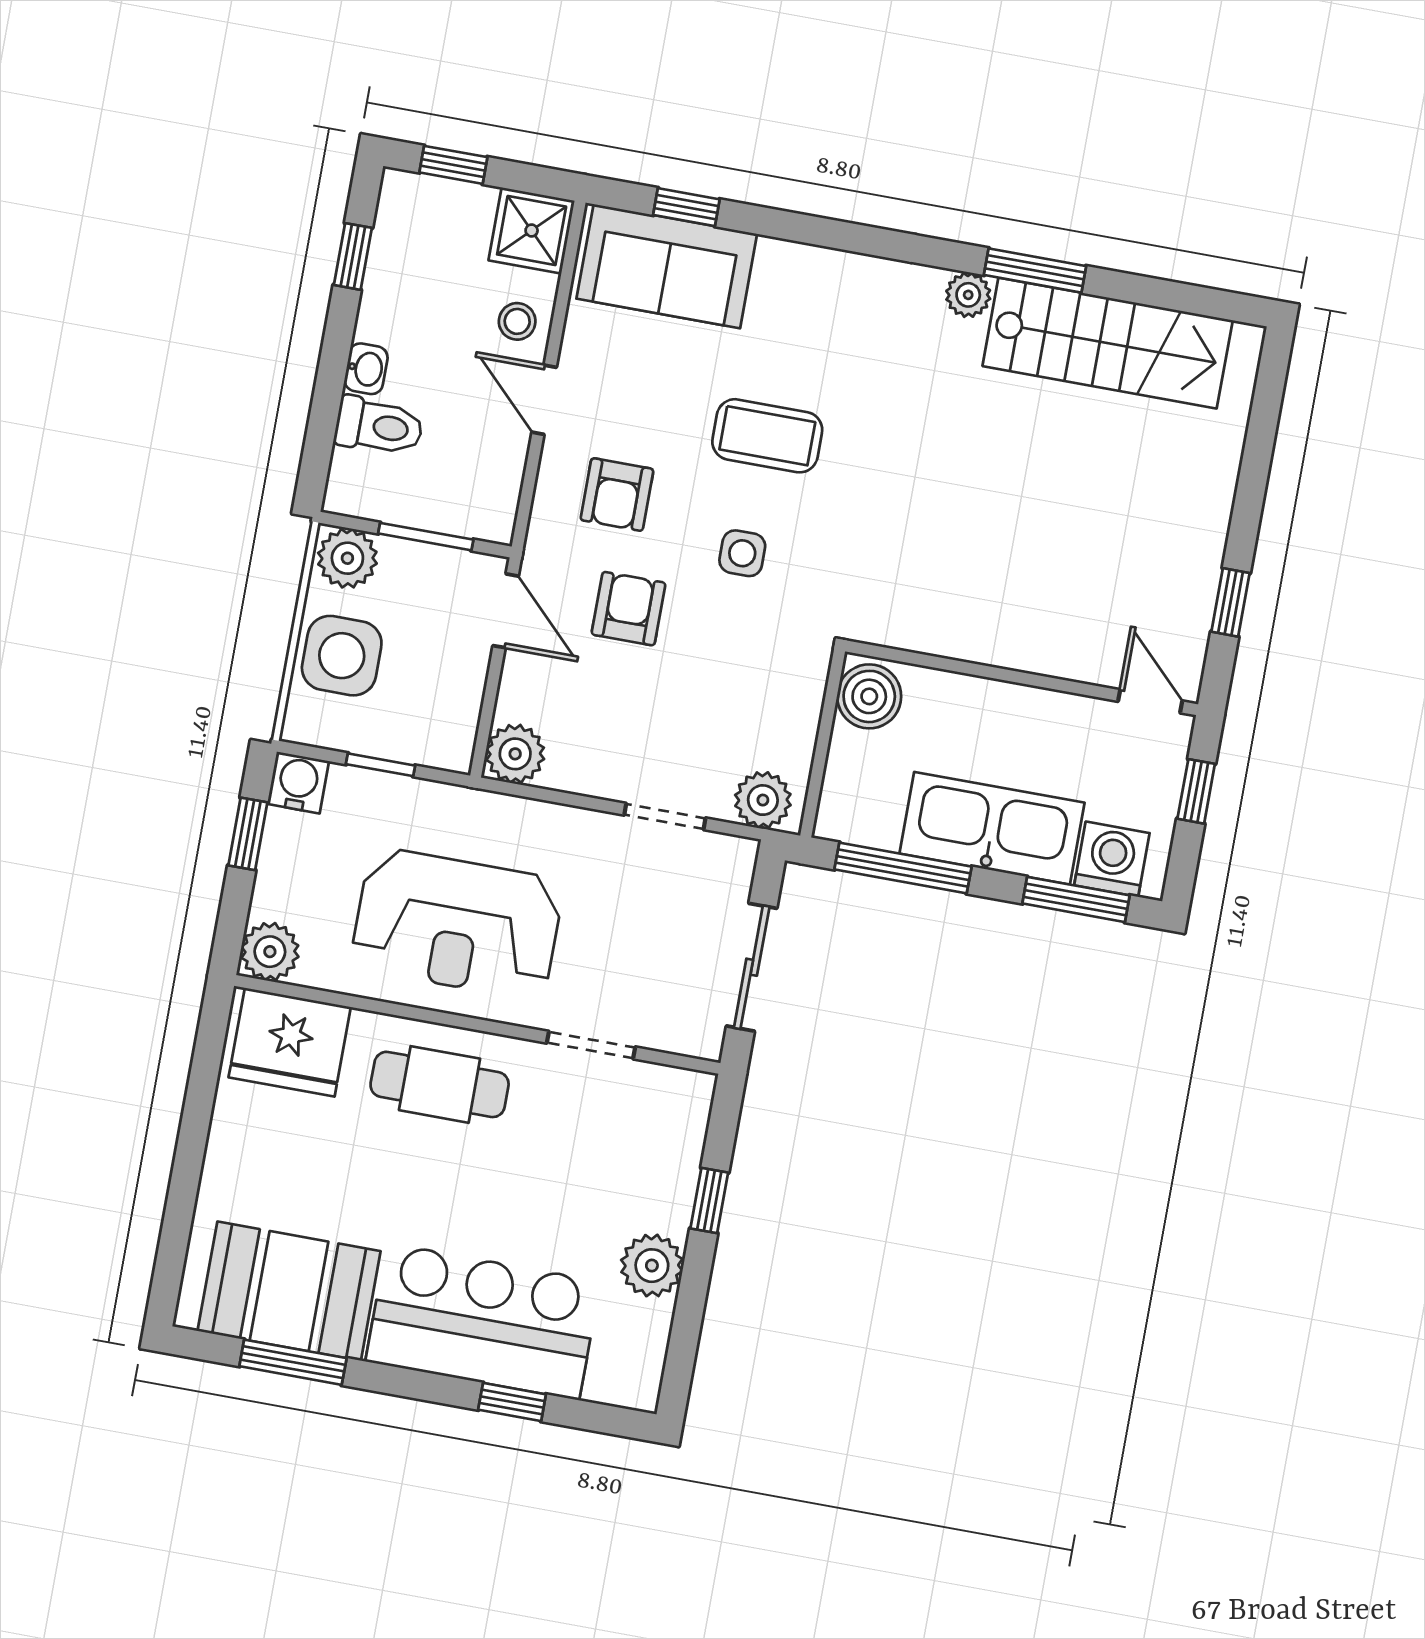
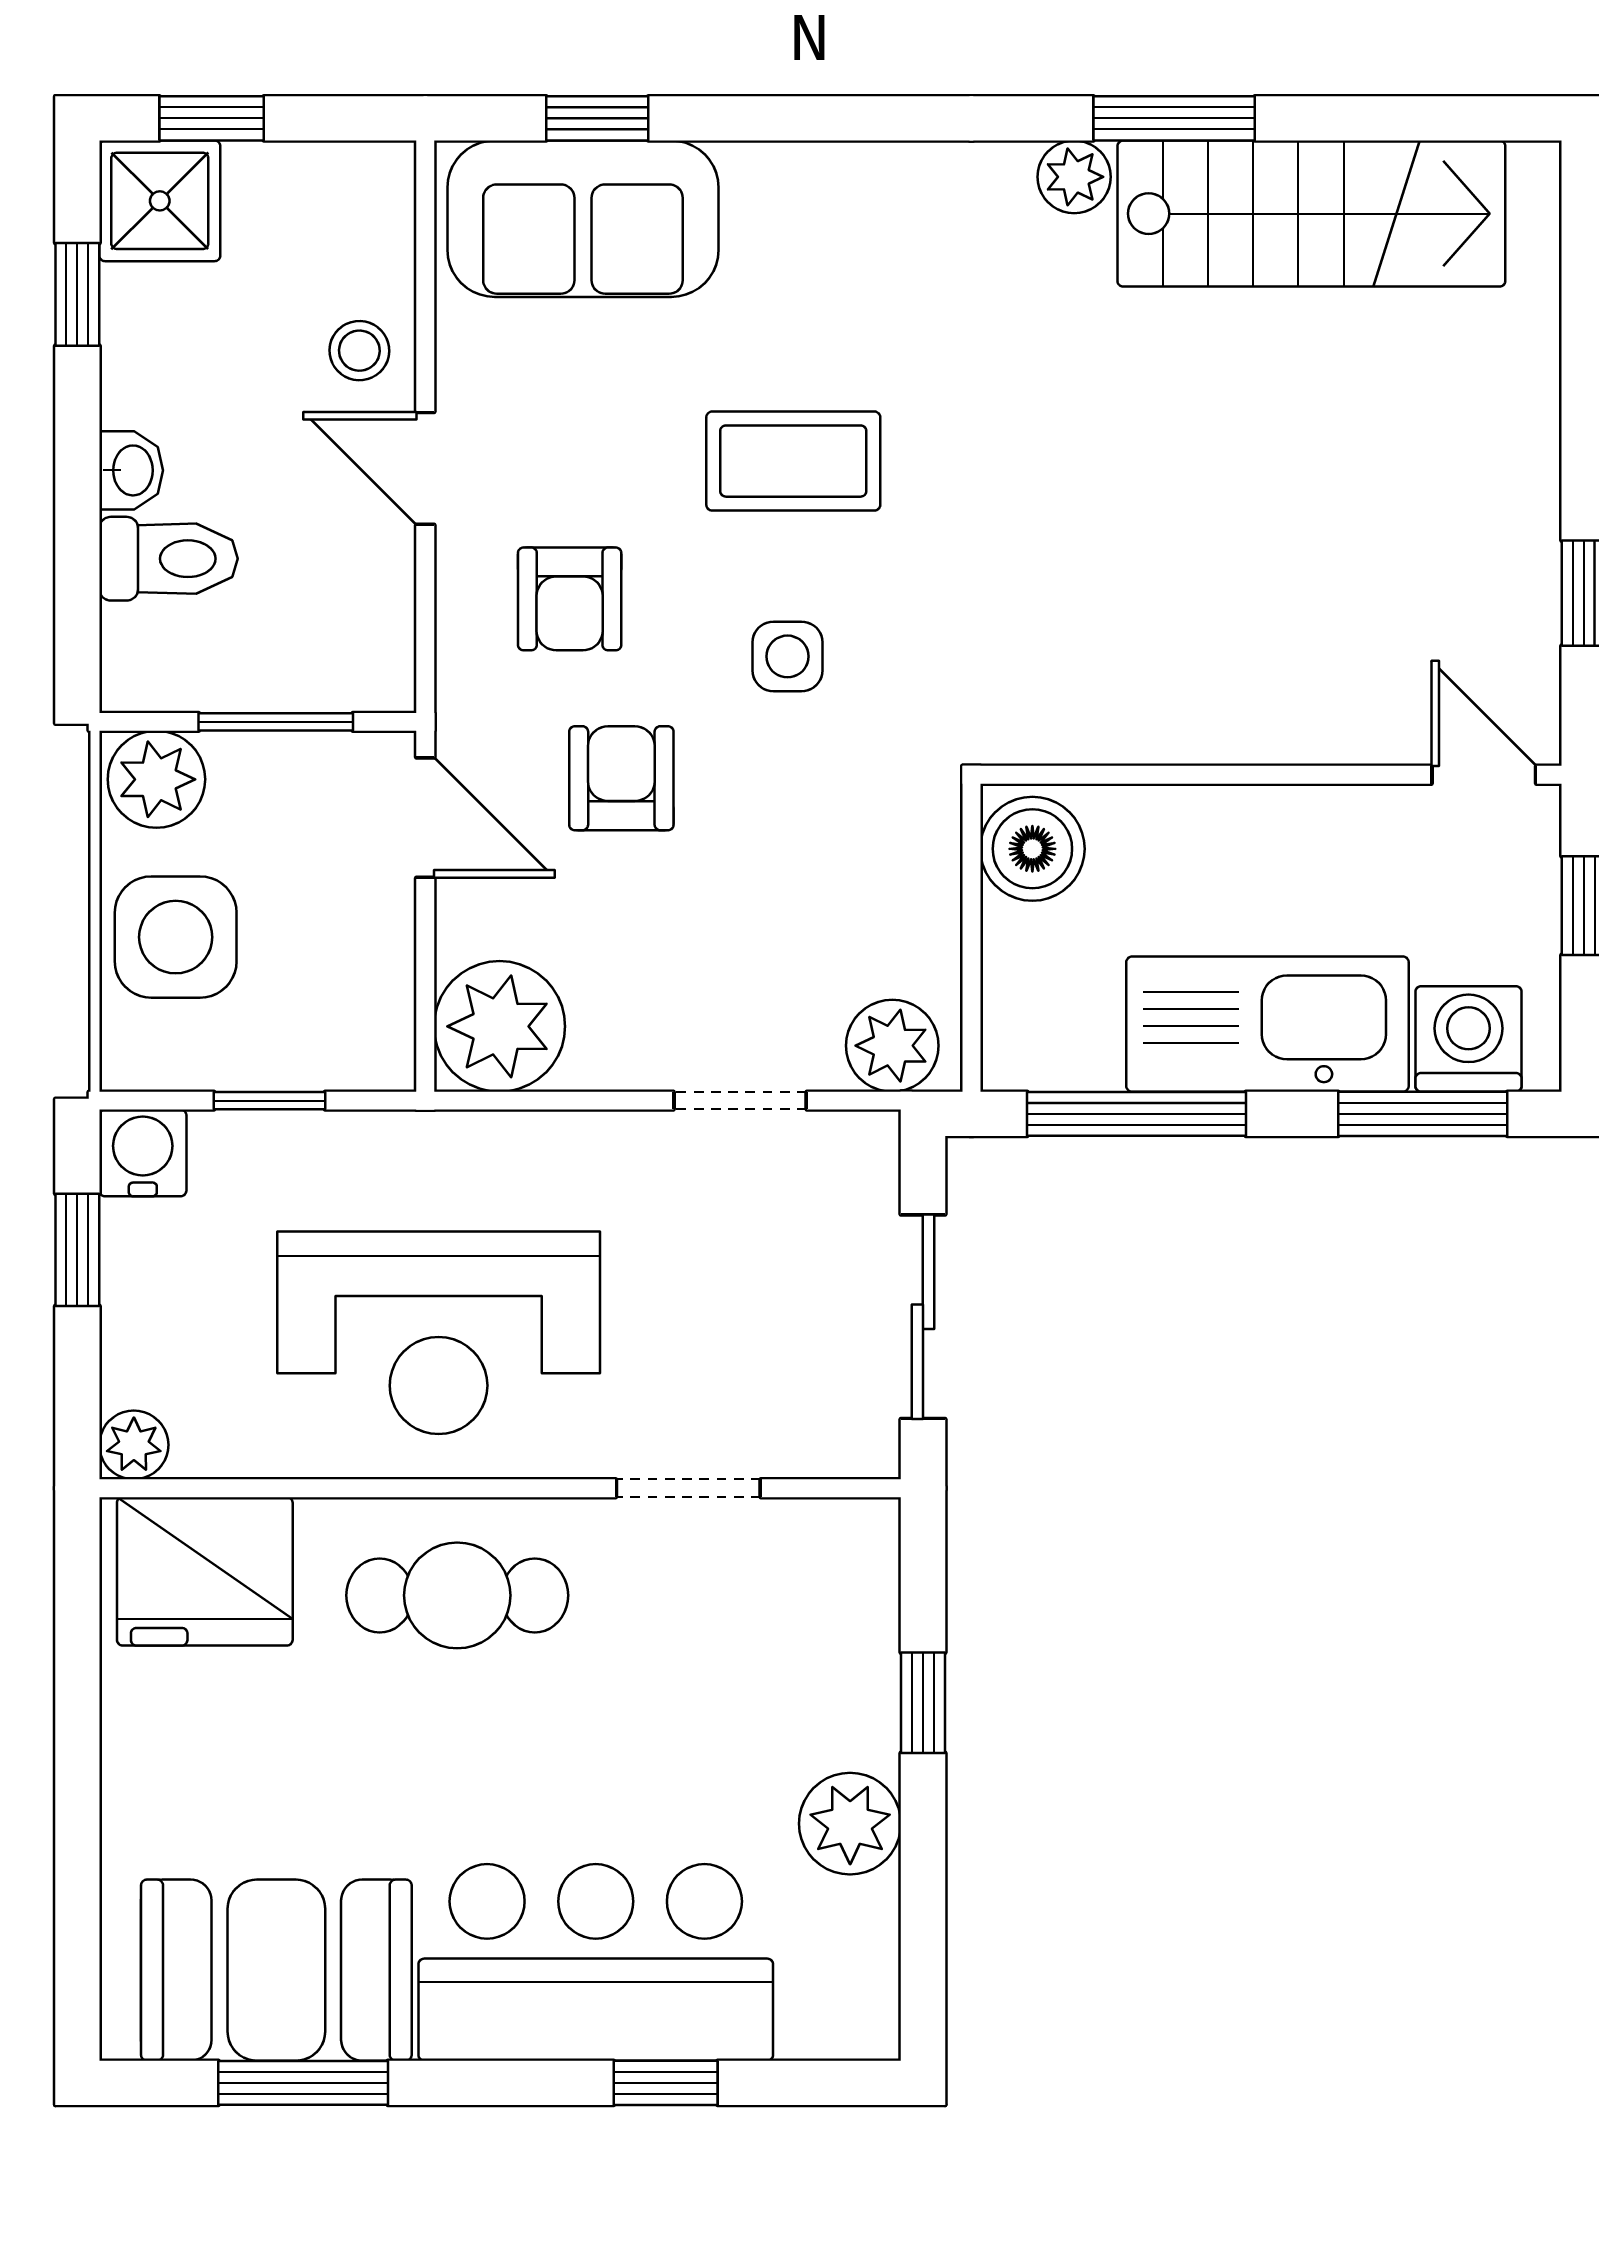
shower: (532, 231) -> (160, 201), moved
plant: (515, 754) -> (500, 1026), width x1.36, depth x1.36
plant: (270, 952) -> (134, 1445), width x0.73, depth x0.73

